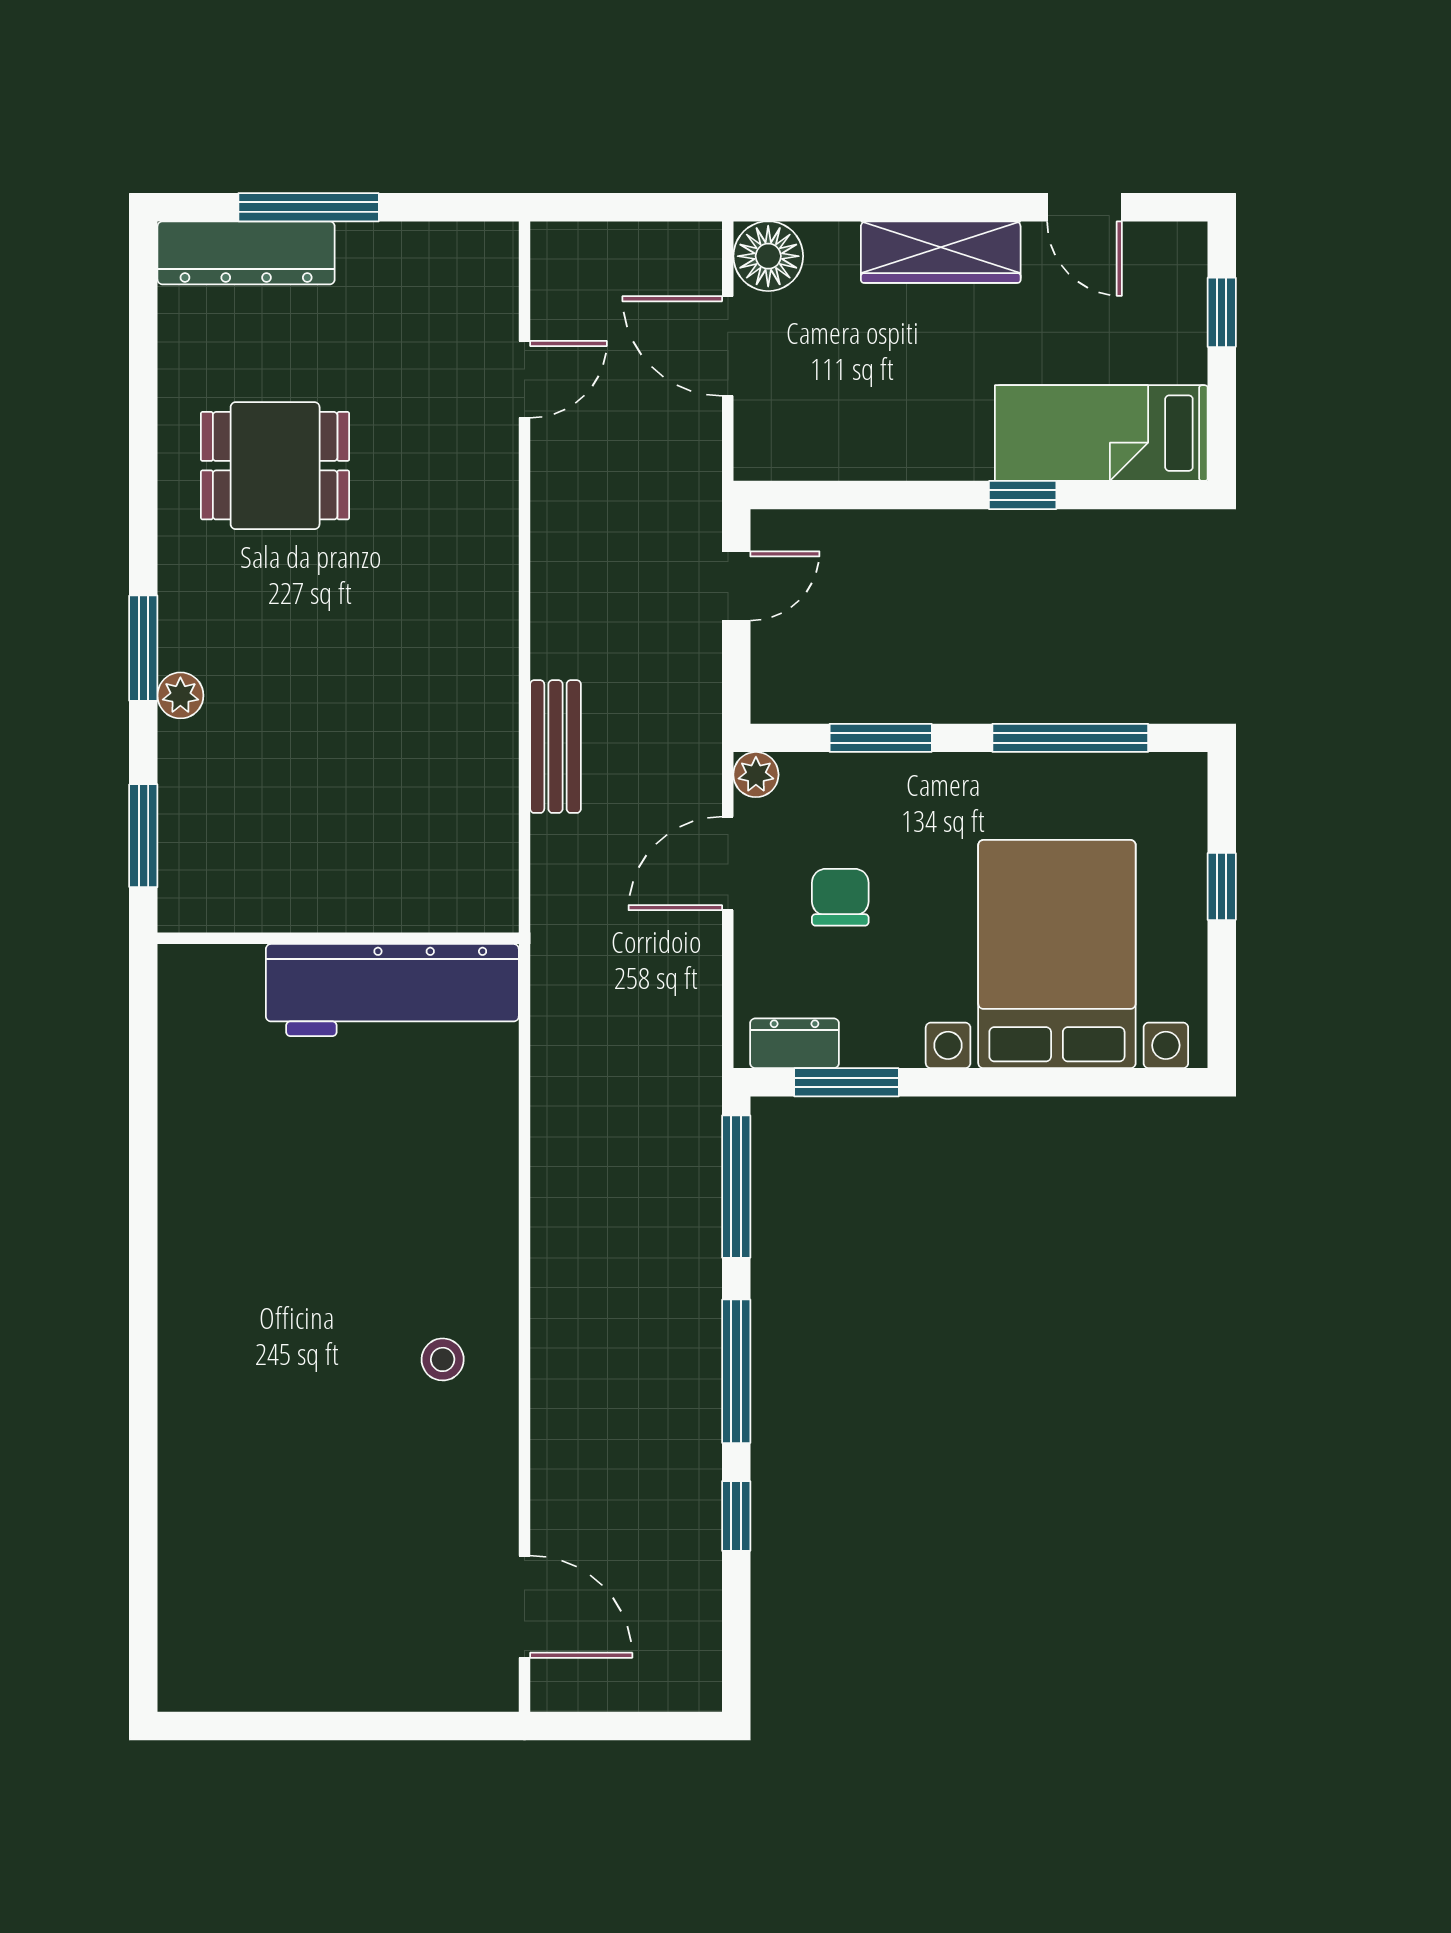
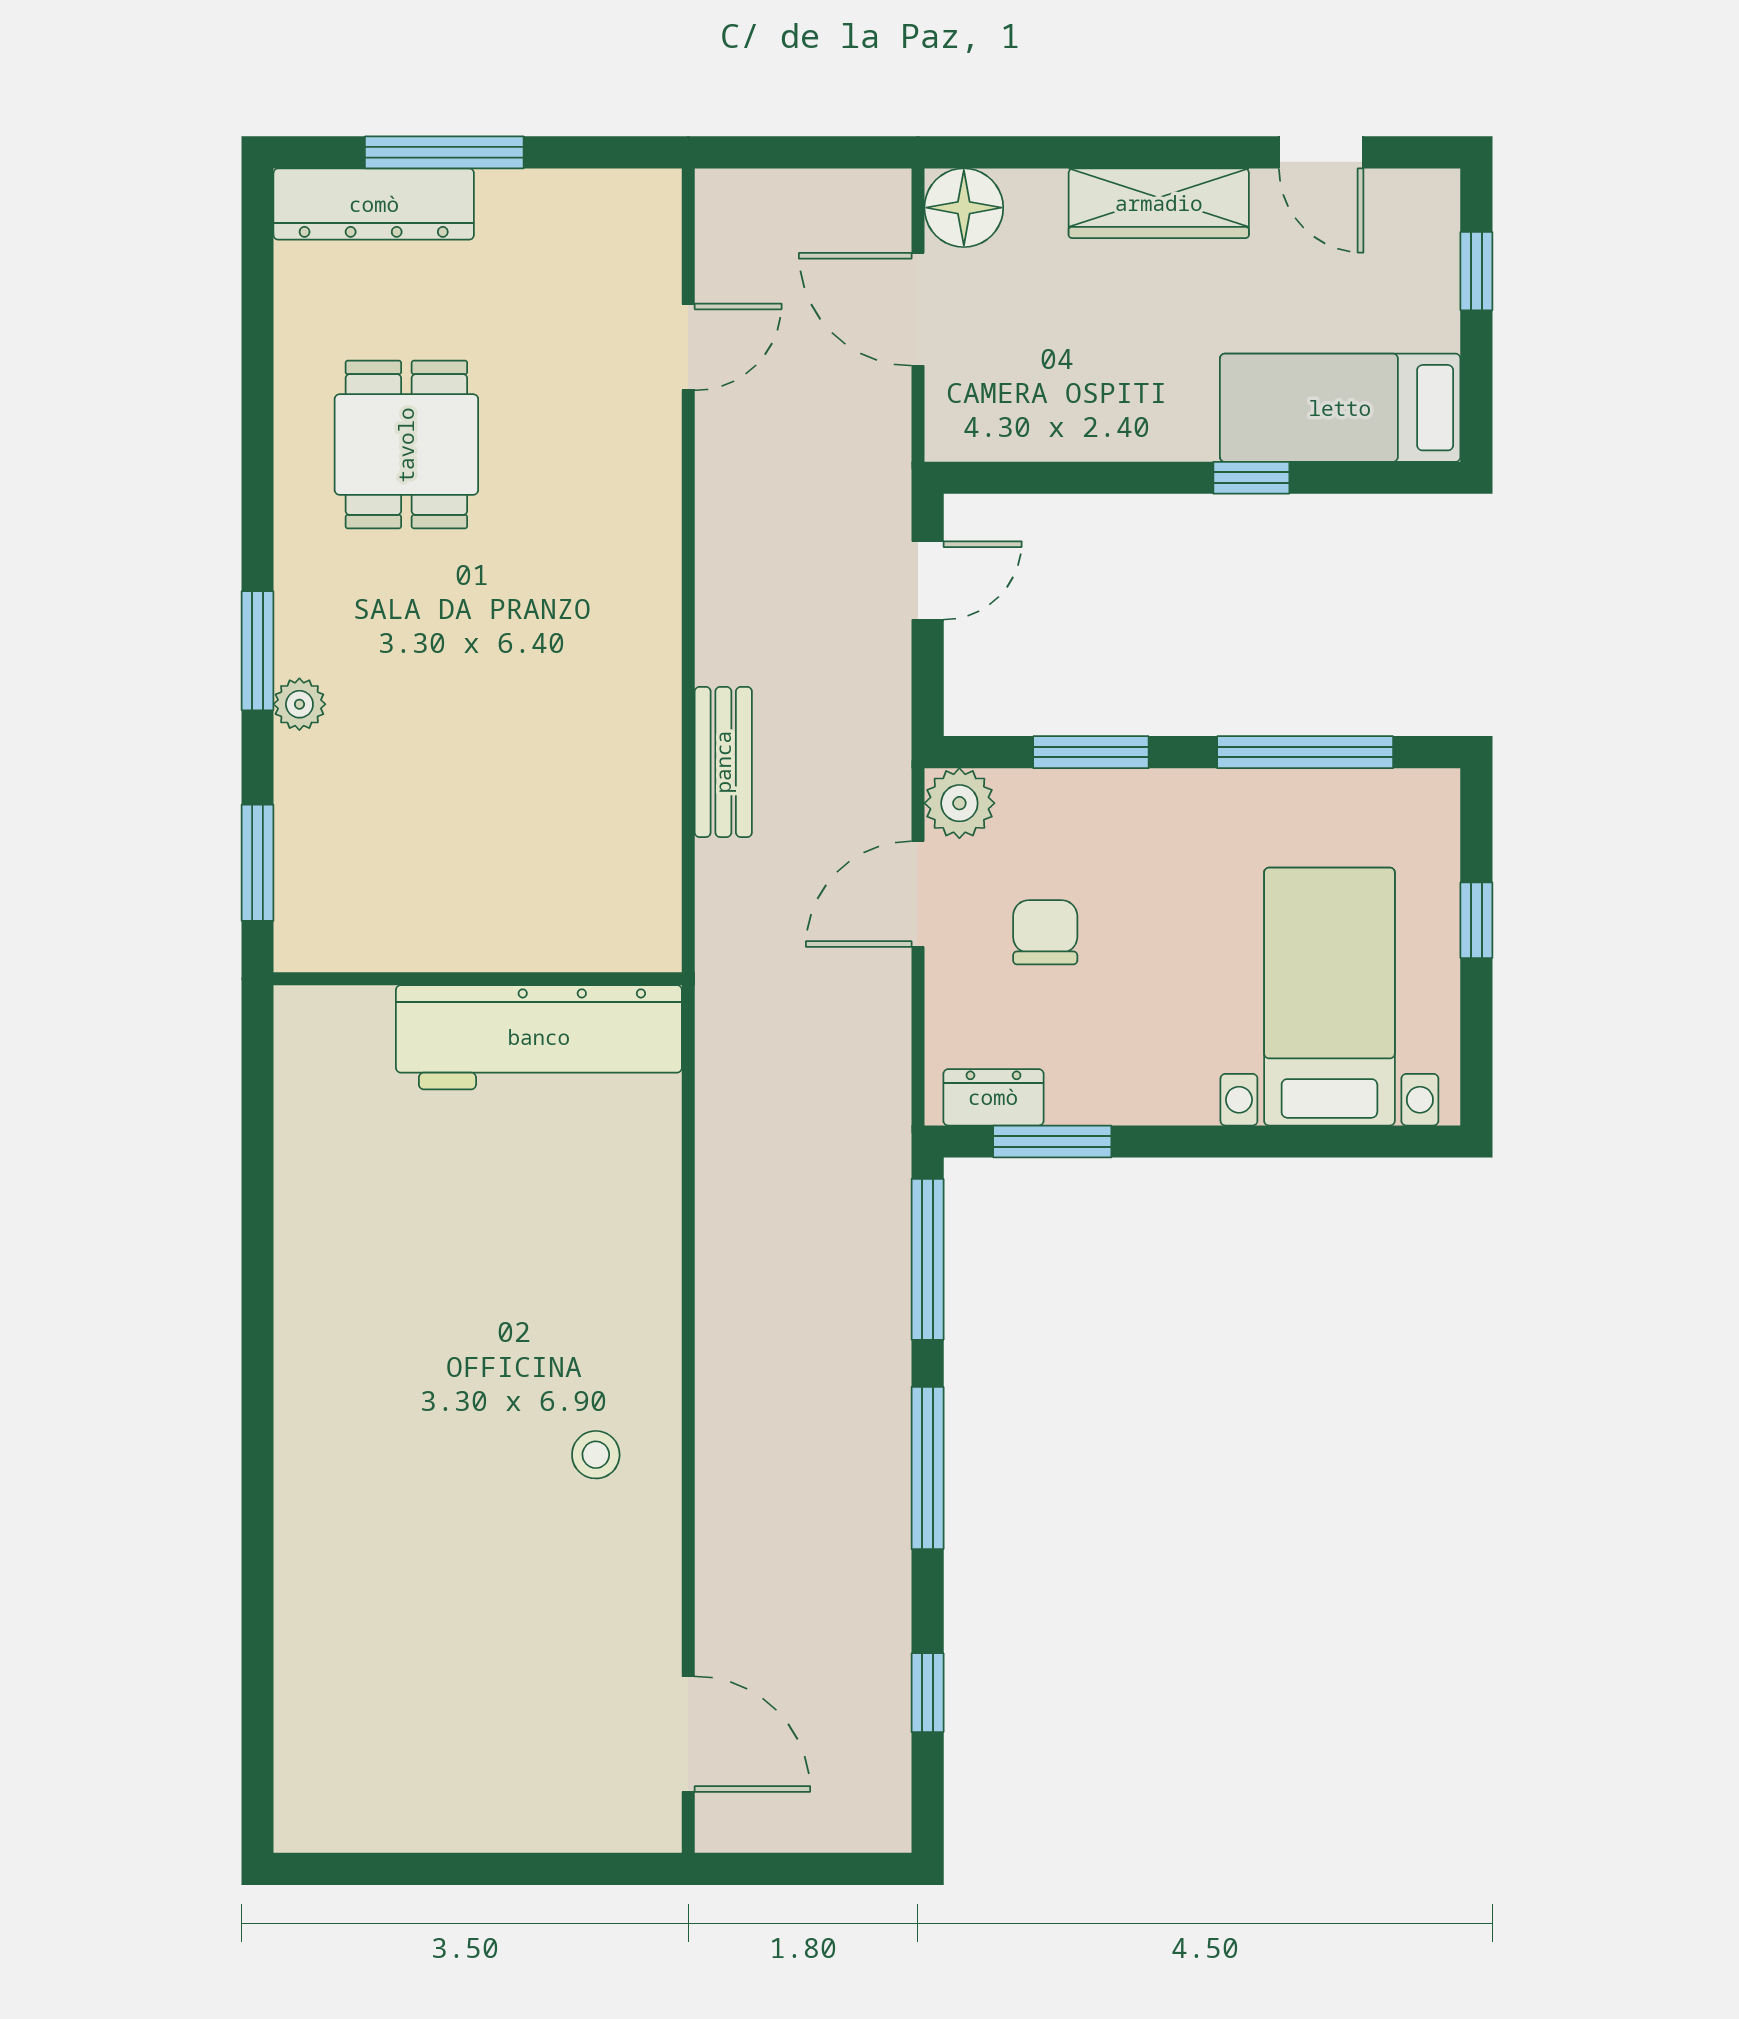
dining table: (275, 466) -> (406, 445), turned 90
plant: (756, 775) -> (959, 803), width x1.38, depth x1.38
bed with nightstands: (1057, 954) -> (1329, 997), width x0.73
window: (736, 1516) -> (928, 1693), moved

